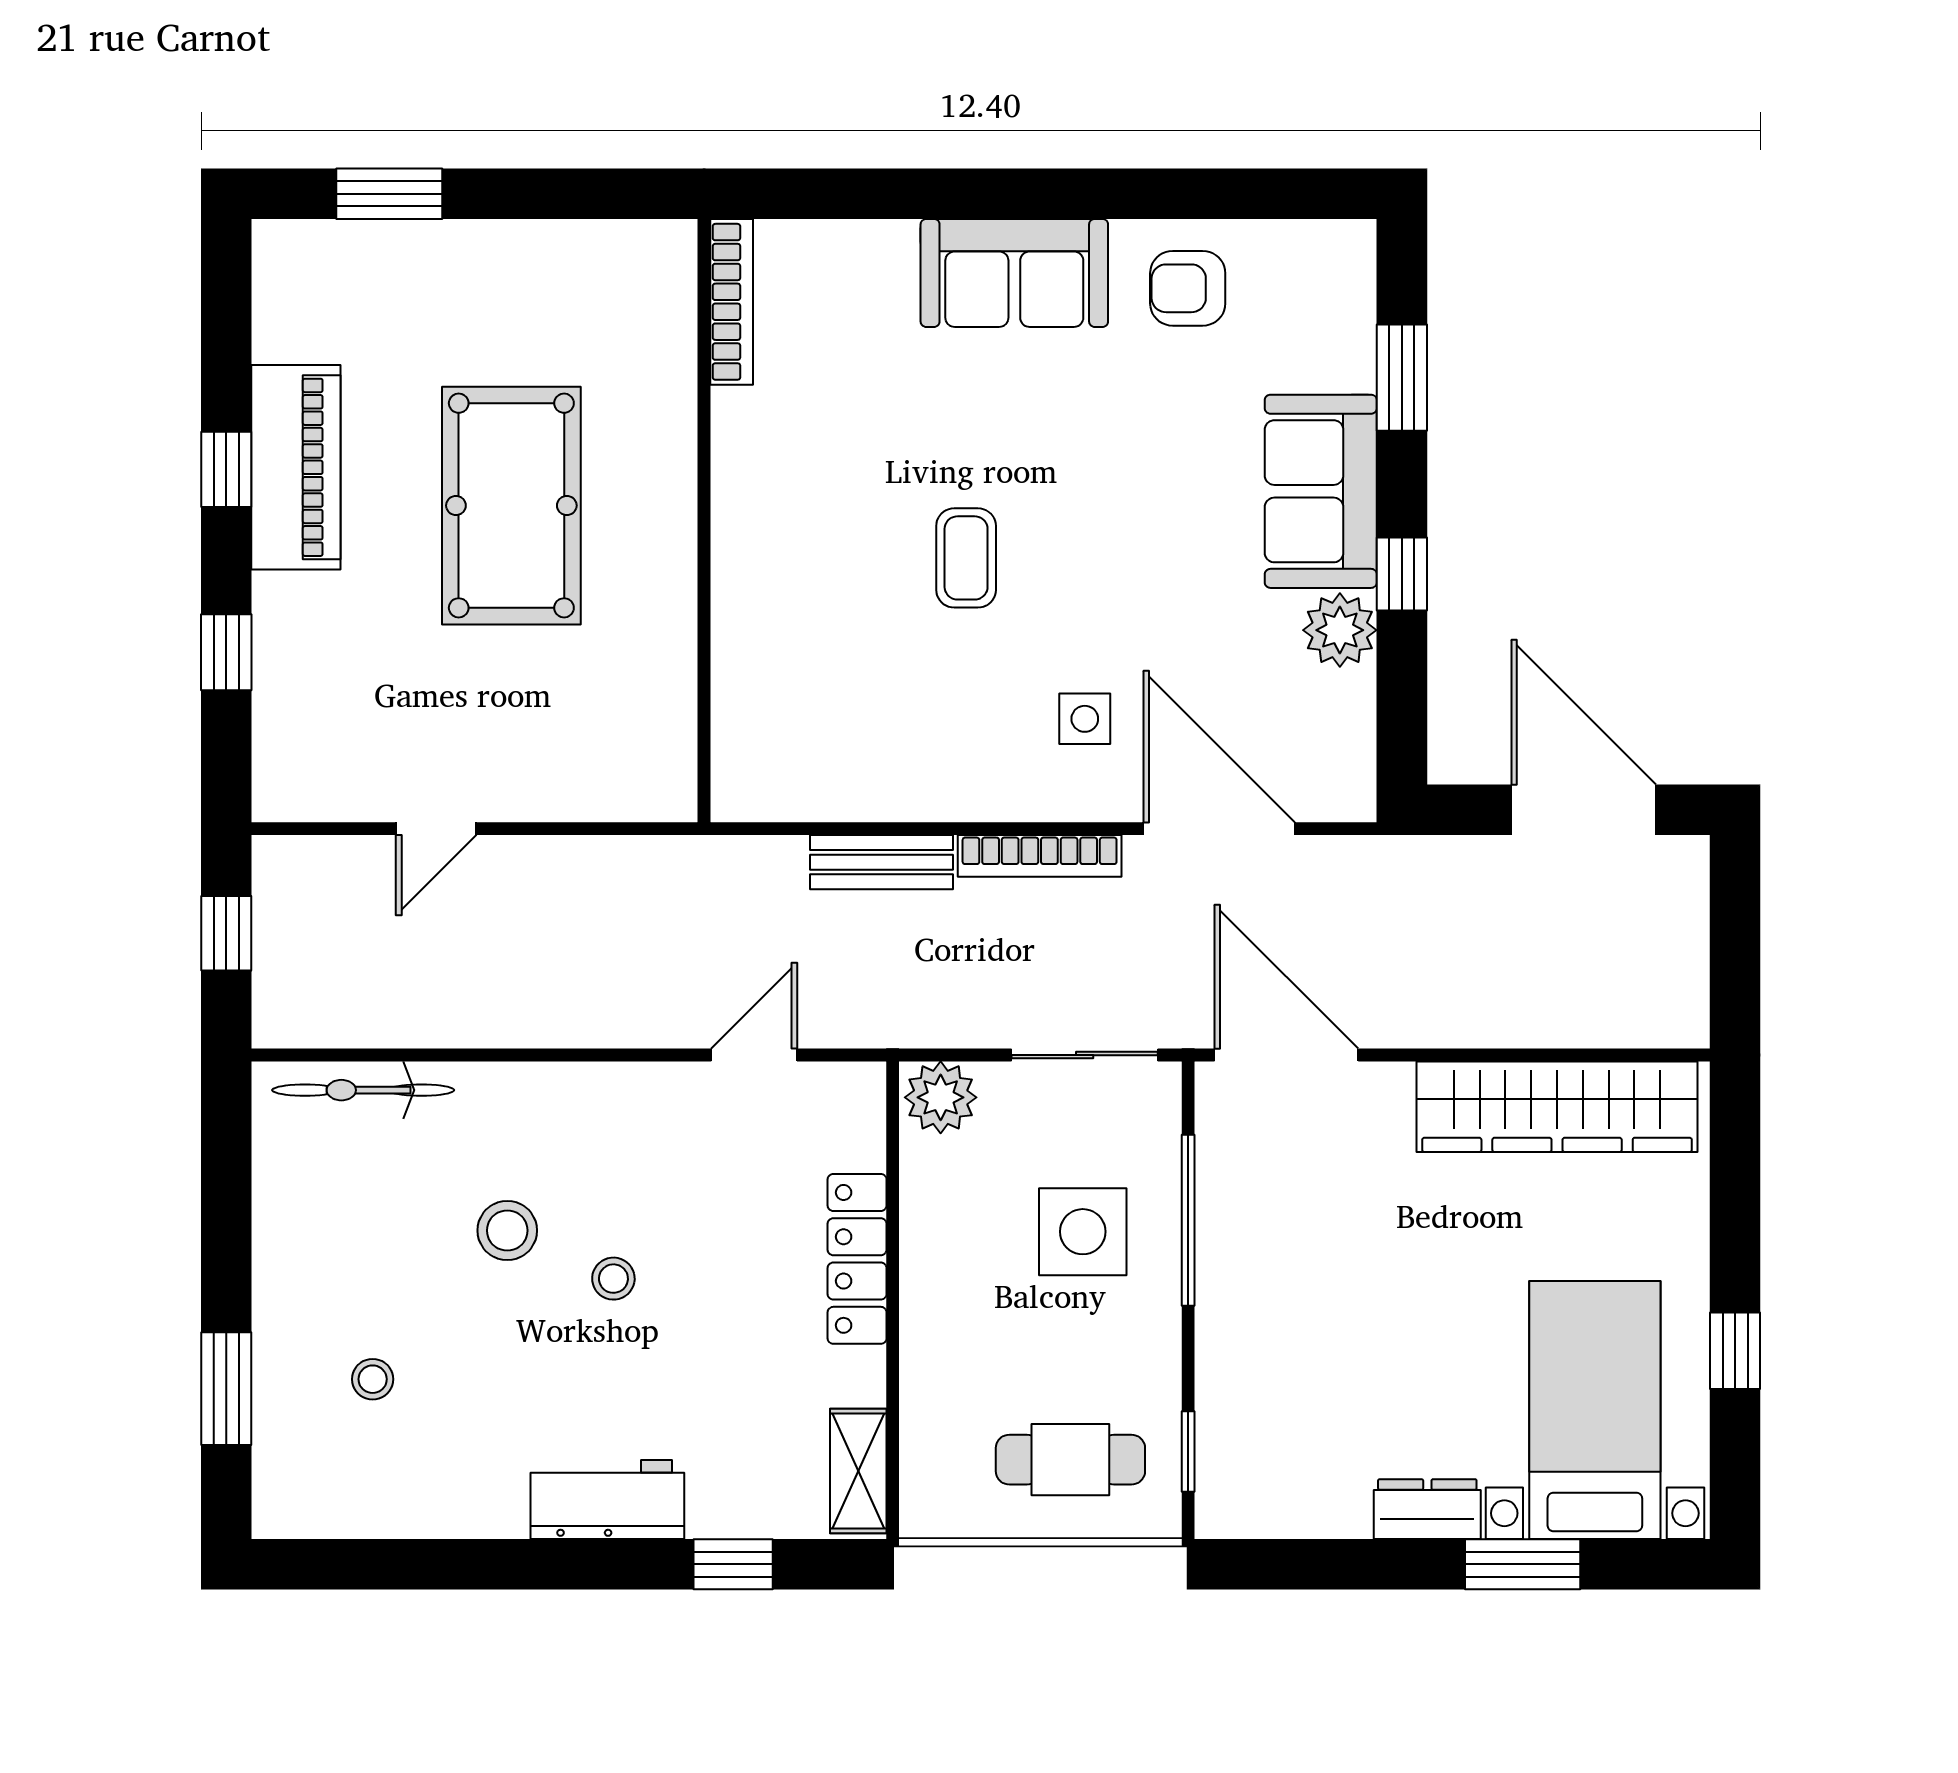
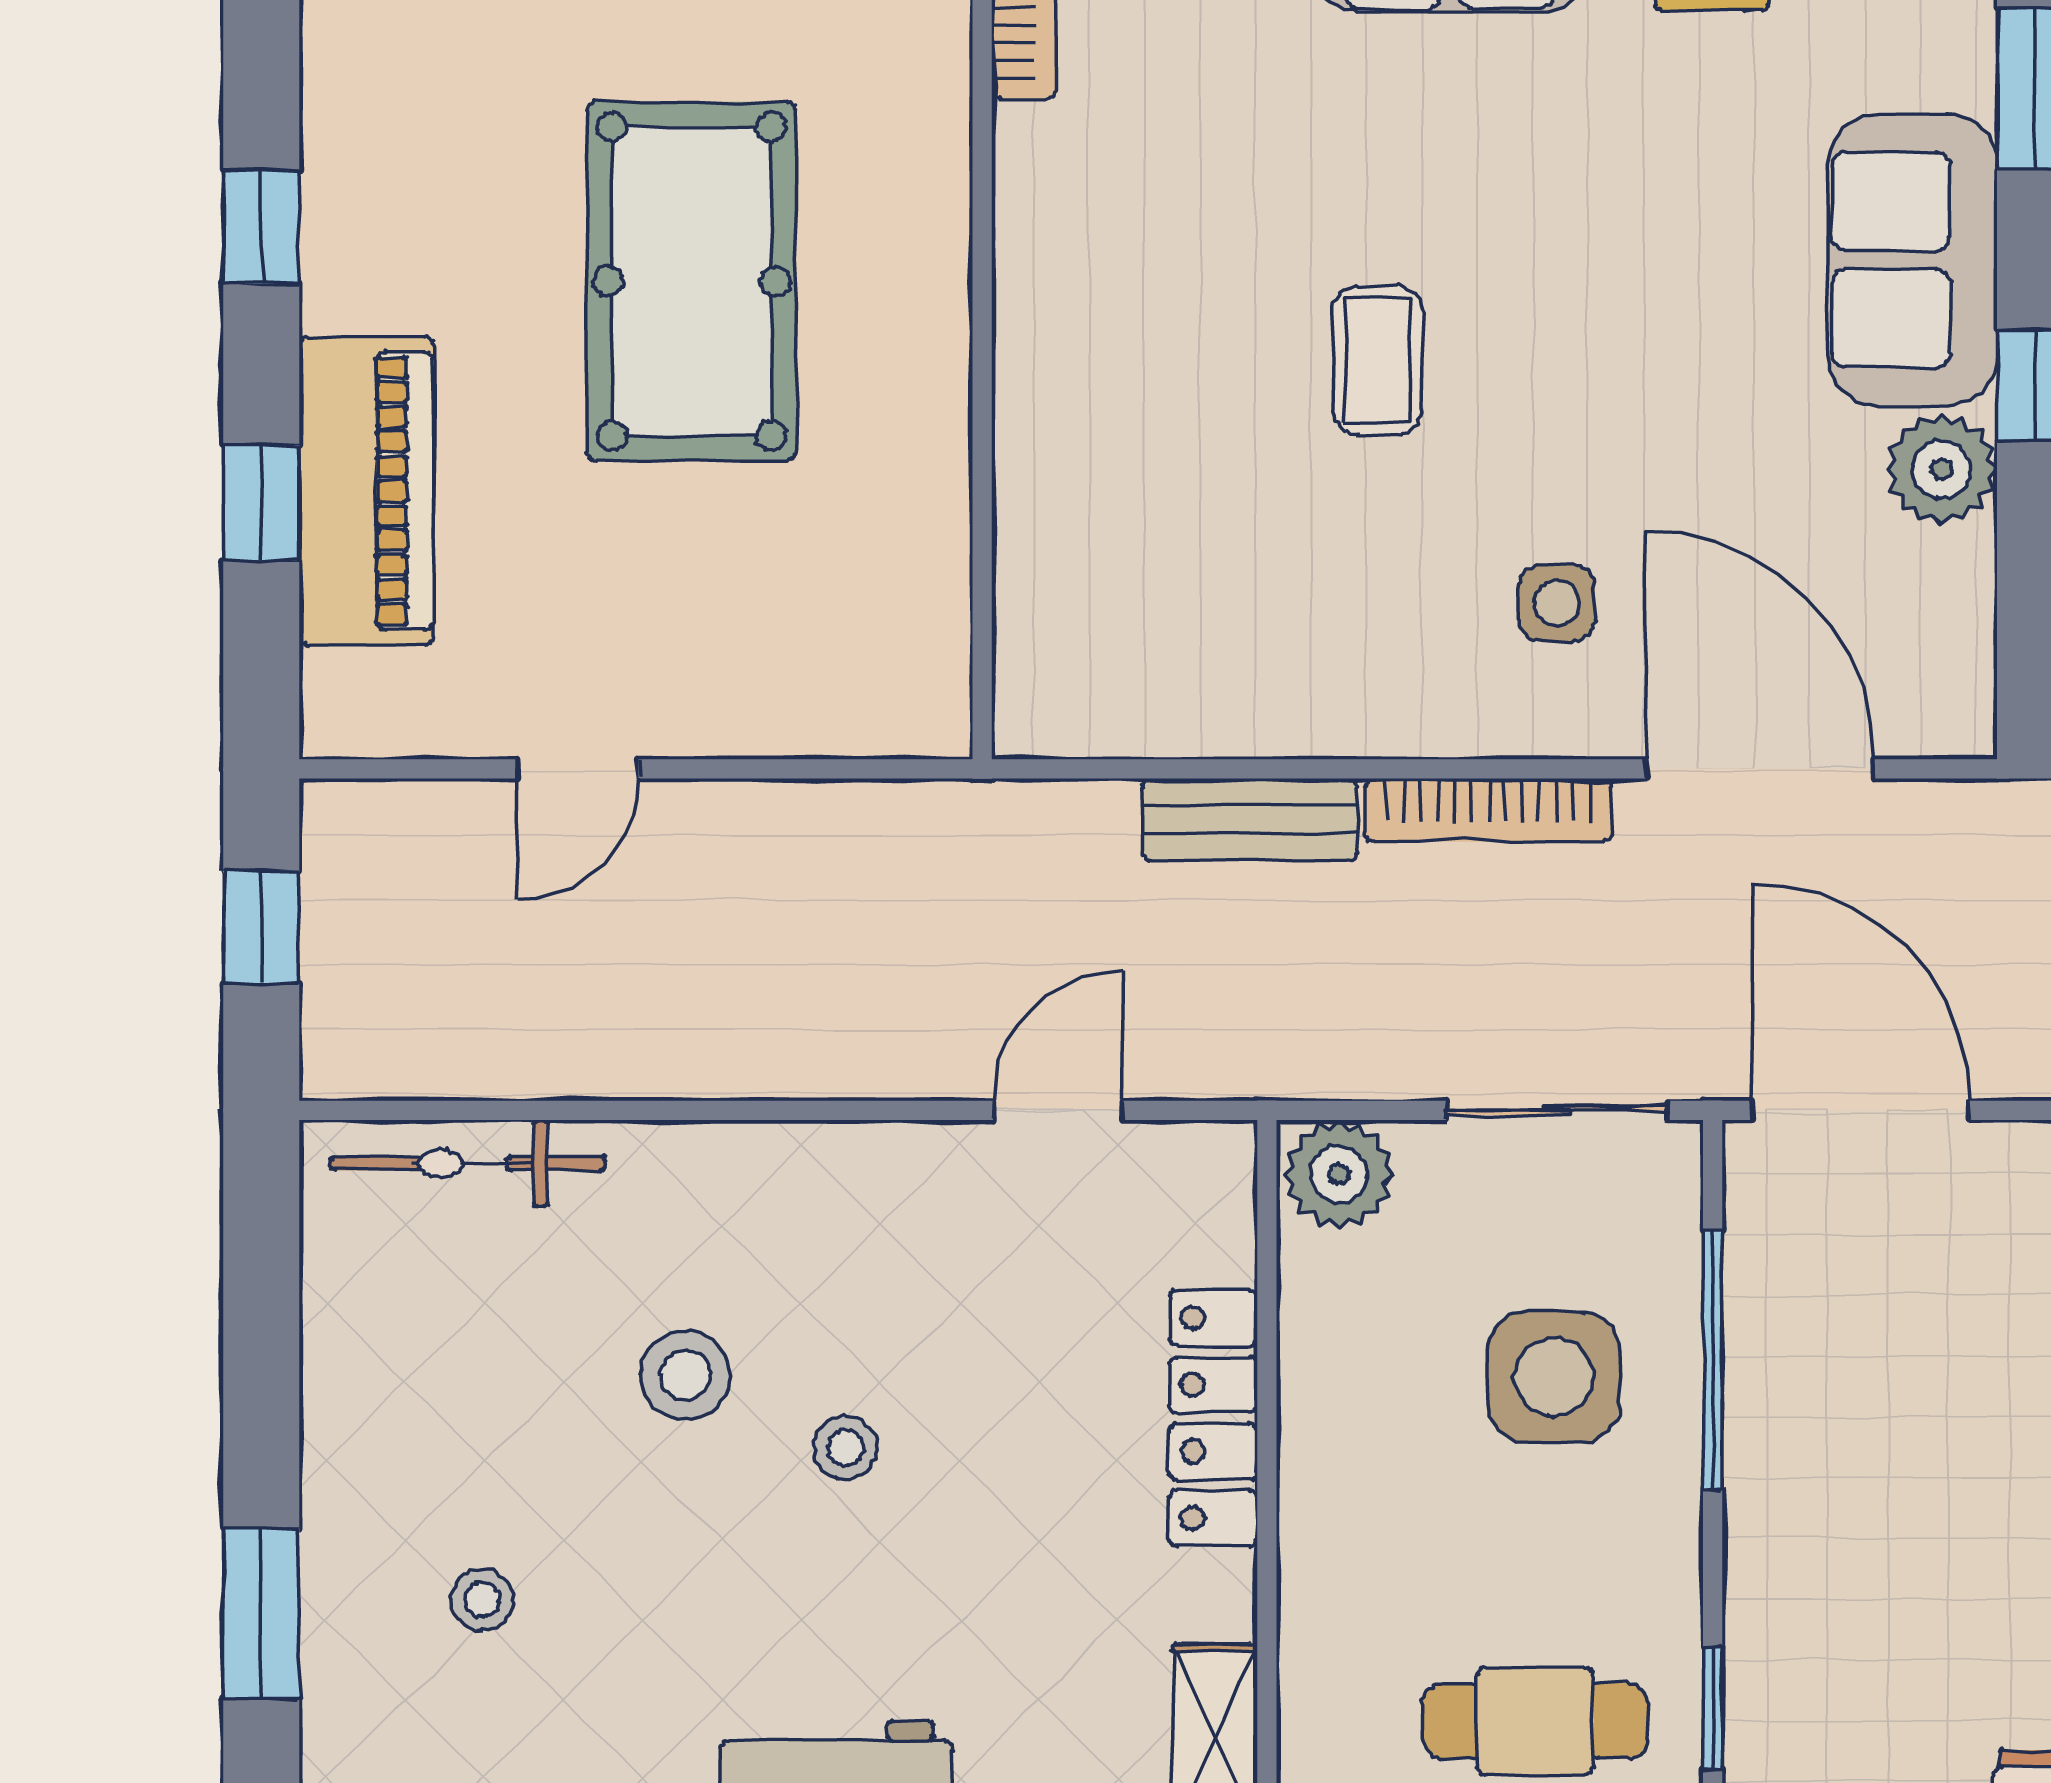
piano: (296, 467) -> (366, 491), moved

